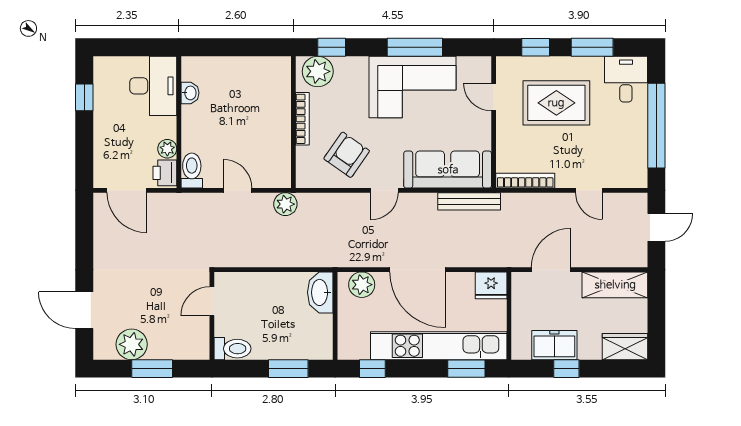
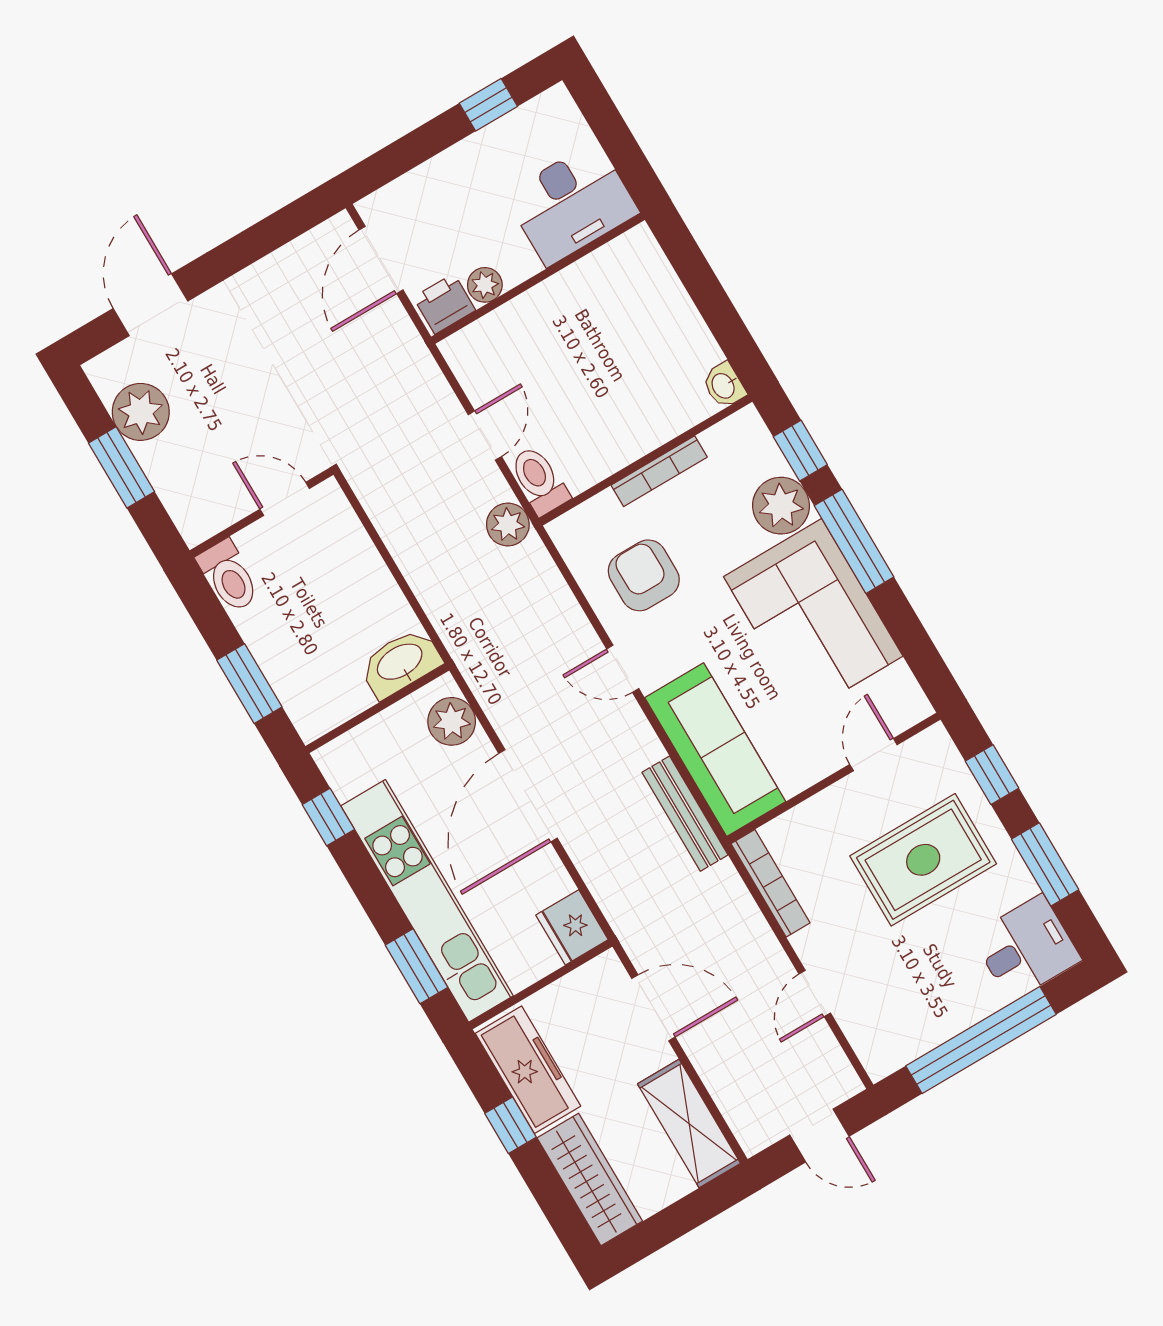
window: (415, 47) -> (854, 541), moved
plant: (318, 71) -> (781, 506), moved
washbasin: (190, 93) -> (724, 385), moved, turned 90
rug: (556, 103) -> (923, 860), turned 90
armchair: (347, 155) -> (644, 575), turned -125
toilet: (192, 171) -> (539, 481), moved, turned -90
freezer: (554, 345) -> (528, 1070), width x1.40
wardrobe: (625, 347) -> (590, 1180), width x1.50

